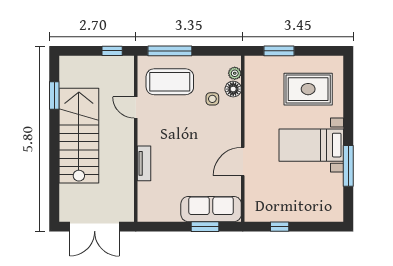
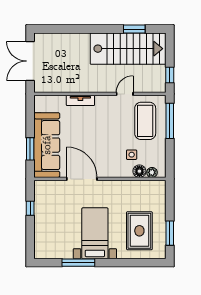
window: (279, 51) -> (170, 233), moved
stairs: (79, 136) -> (128, 49), moved
door: (243, 161) -> (82, 179), width x1.36
sofa: (211, 209) -> (47, 145), width x1.36, depth x1.27

